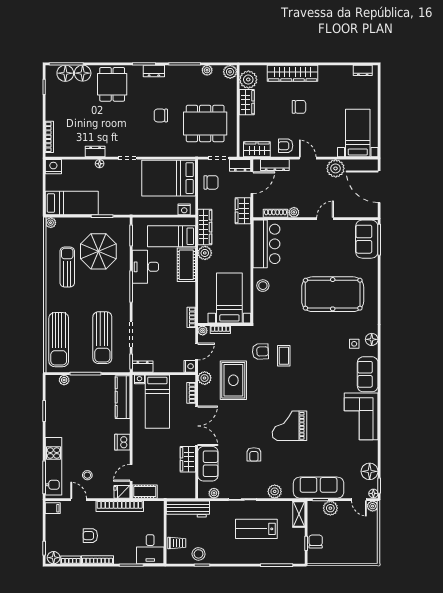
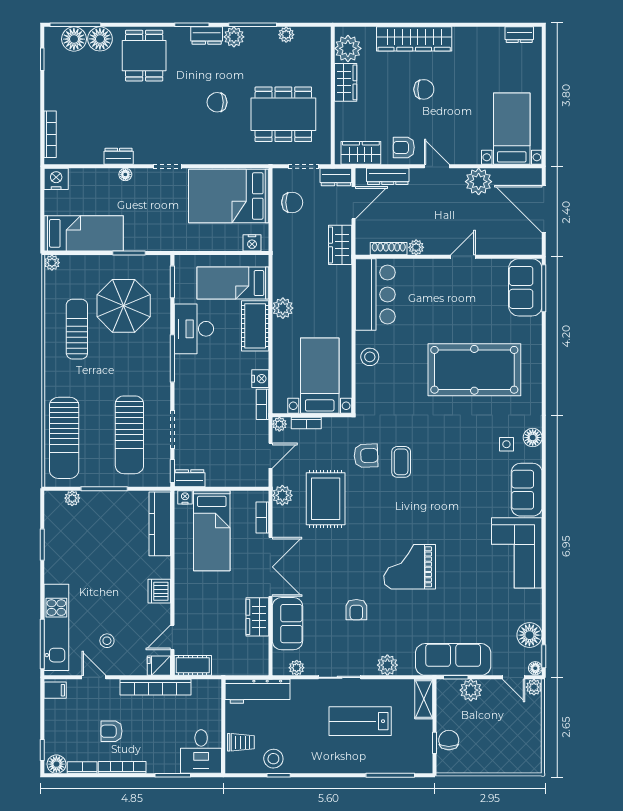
plant: (230, 72) -> (234, 37), moved
wardrobe: (205, 227) -> (283, 269), removed
nightstand: (190, 366) -> (260, 379), moved

